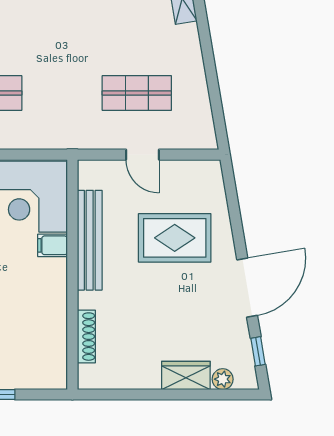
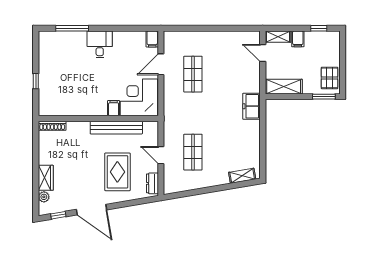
door: (143, 155) -> (161, 155), hinge flipped
dresser: (197, 171) -> (152, 183), added
shoe rack: (86, 337) -> (52, 126), moved

